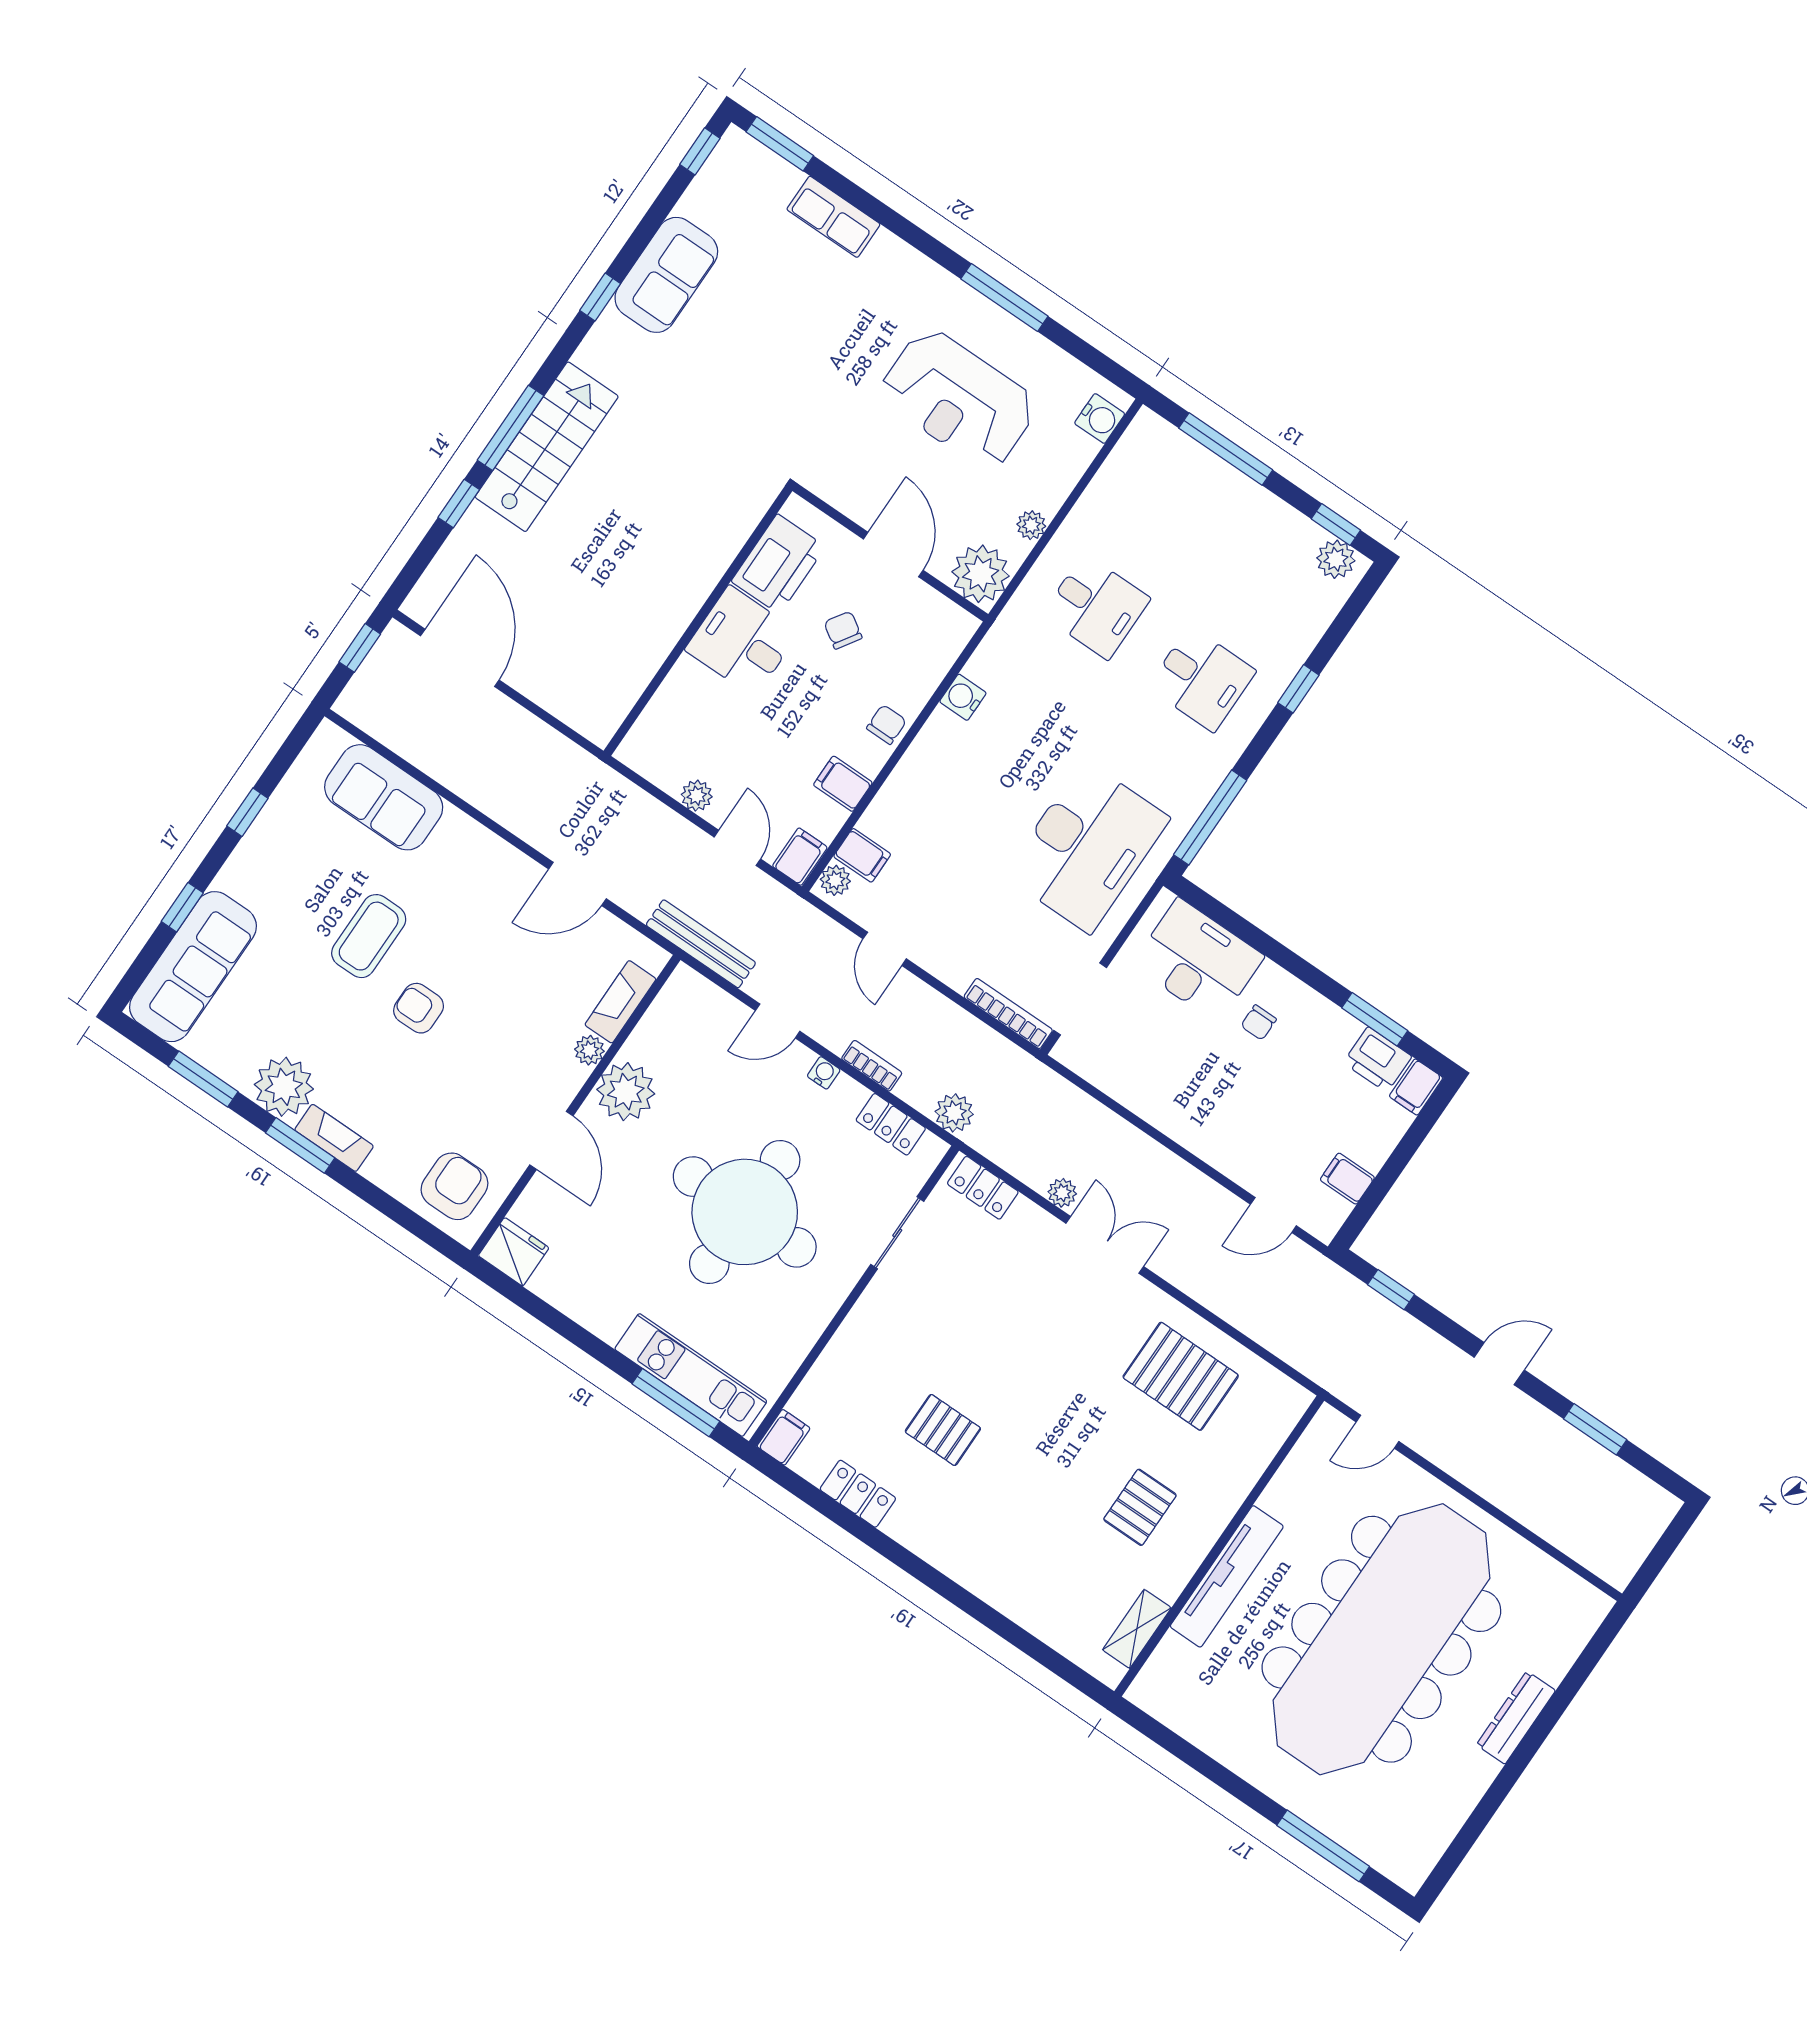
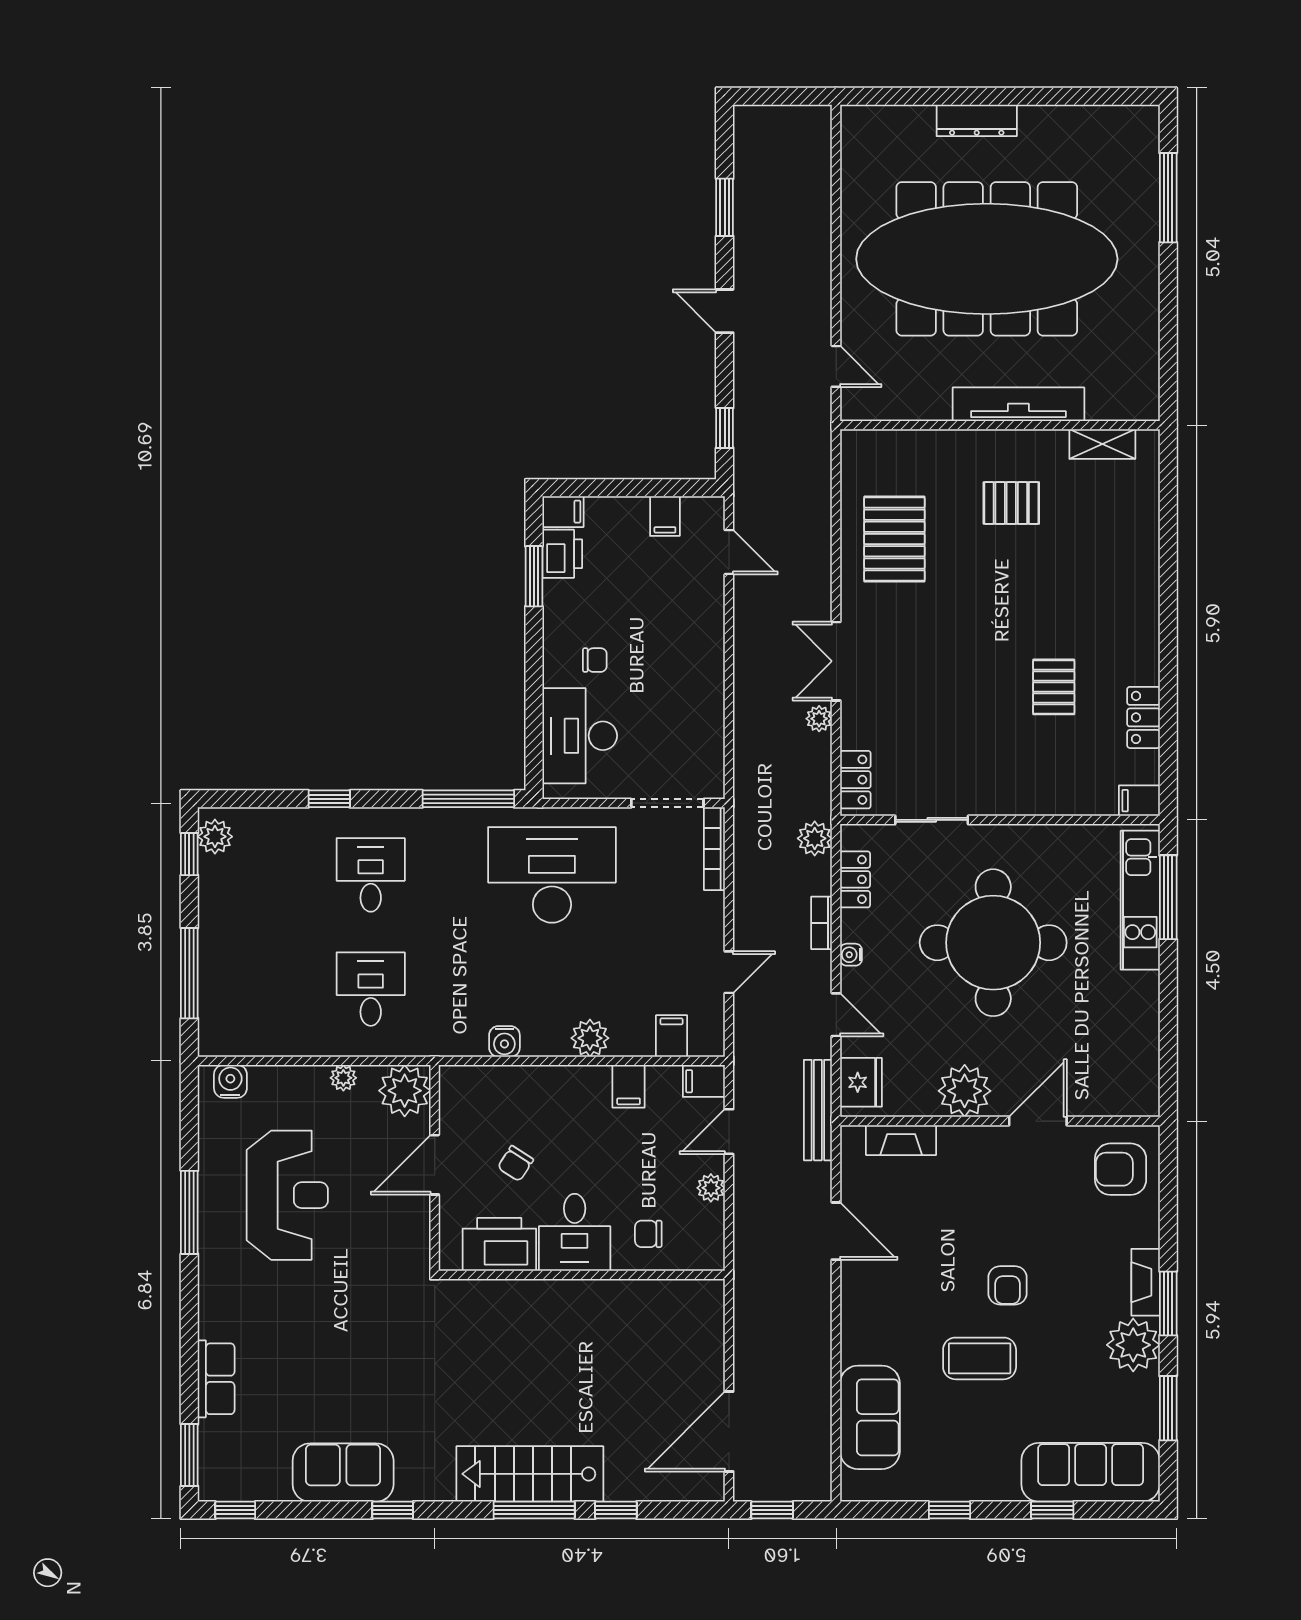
chair: (887, 725) -> (648, 1234), moved
plant: (835, 880) -> (590, 1038), moved, width x1.38, depth x1.38
plant: (589, 1050) -> (952, 1138), removed
fridge: (514, 1252) -> (861, 1082), moved, turned 180

